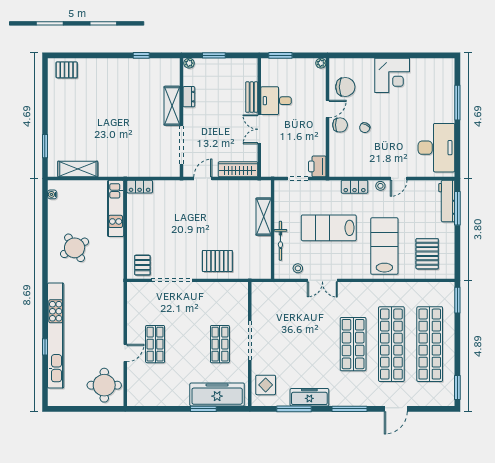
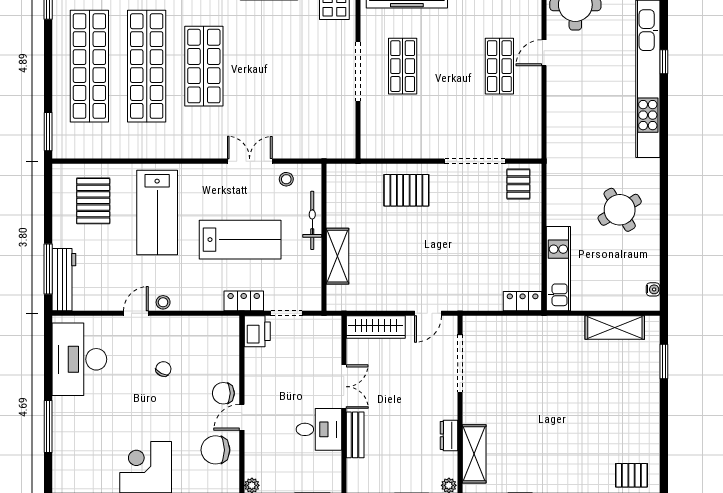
shelving: (172, 106) -> (474, 454), moved
chair: (365, 128) -> (163, 369), moved
locker: (355, 187) -> (244, 301), moved

